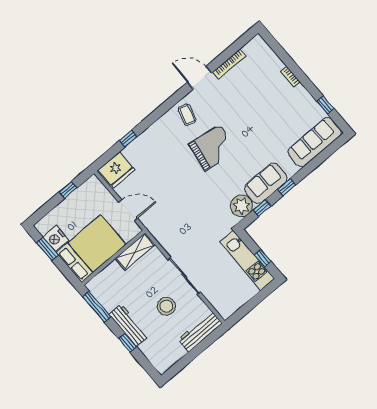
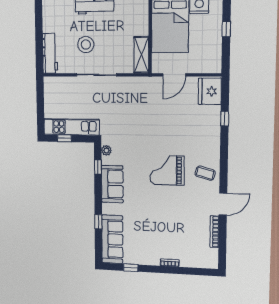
grand piano: (213, 148) -> (167, 170), turned 81
window: (287, 187) -> (98, 222), moved
window: (68, 190) -> (226, 29), moved
plant: (241, 206) -> (106, 150), width x0.53, depth x0.53

